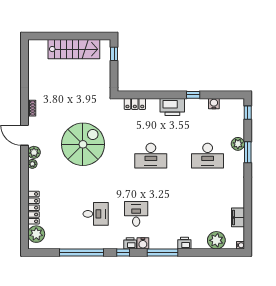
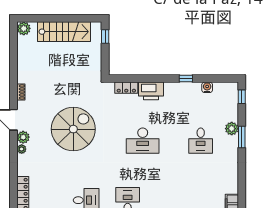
plant: (34, 46) -> (24, 28), added
printer: (172, 107) -> (151, 91), moved
desk: (208, 156) -> (201, 141), width x0.73

